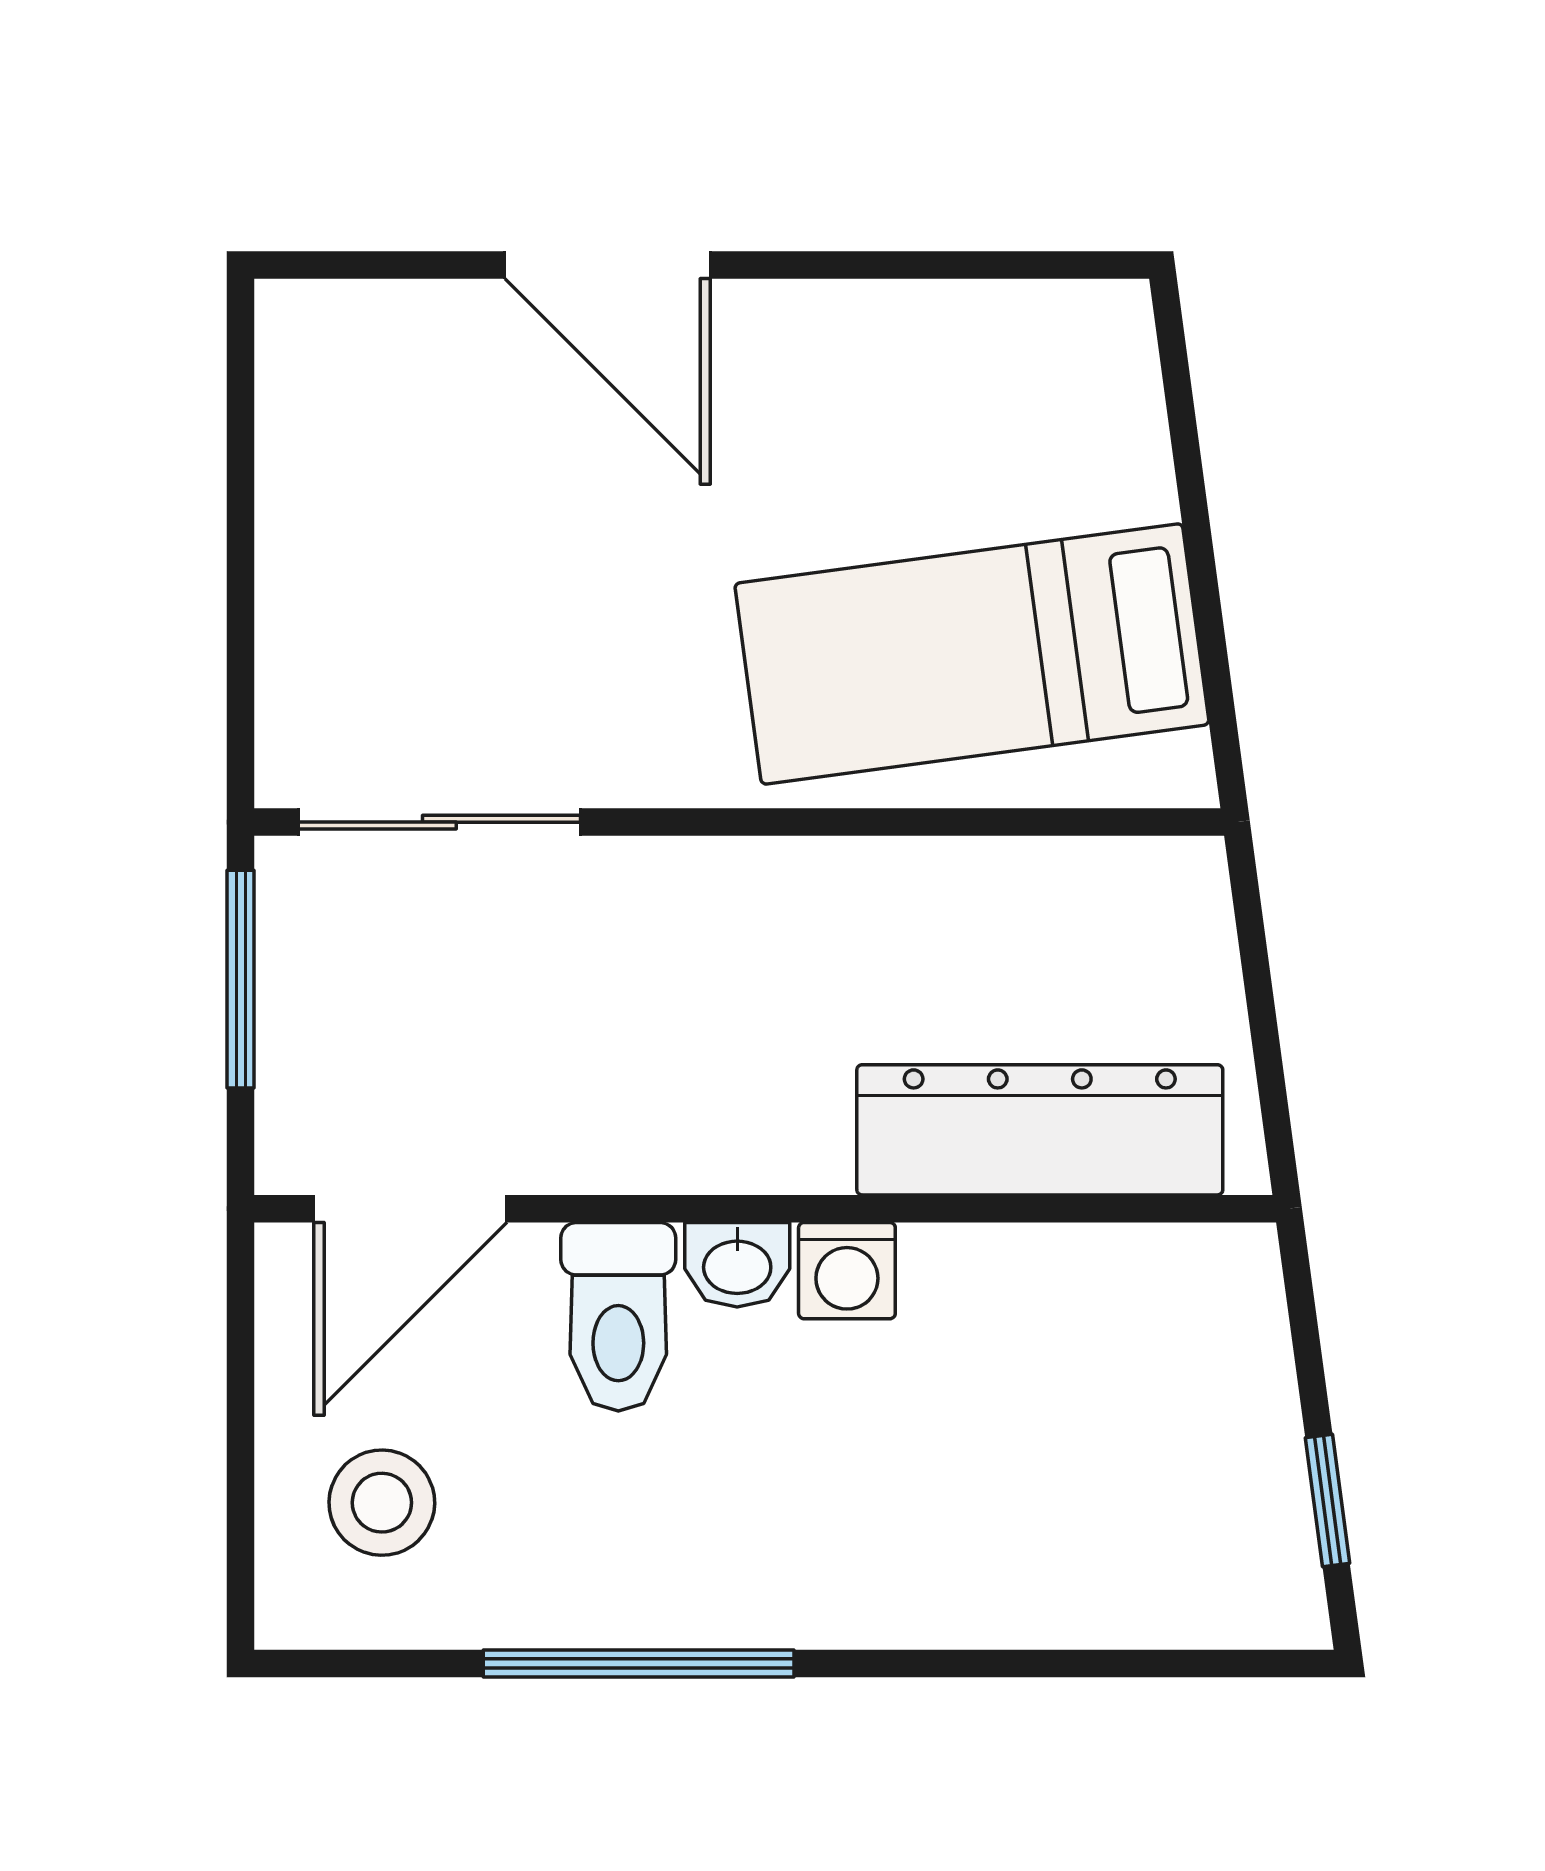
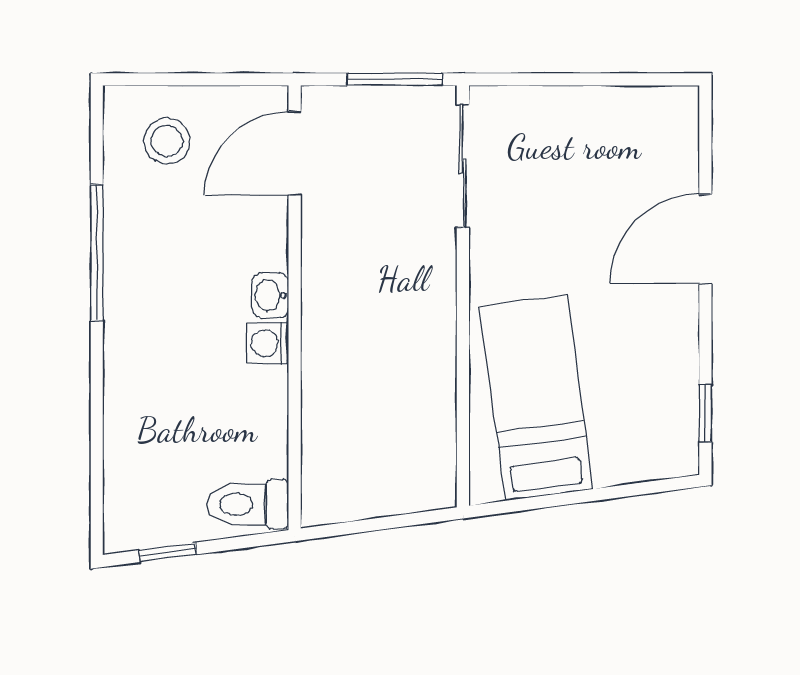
window: (1009, 265) -> (705, 414), added
dresser: (1040, 1130) -> (329, 427), removed
door: (410, 1209) -> (295, 153), hinge flipped
toilet: (618, 1317) -> (248, 504), moved

